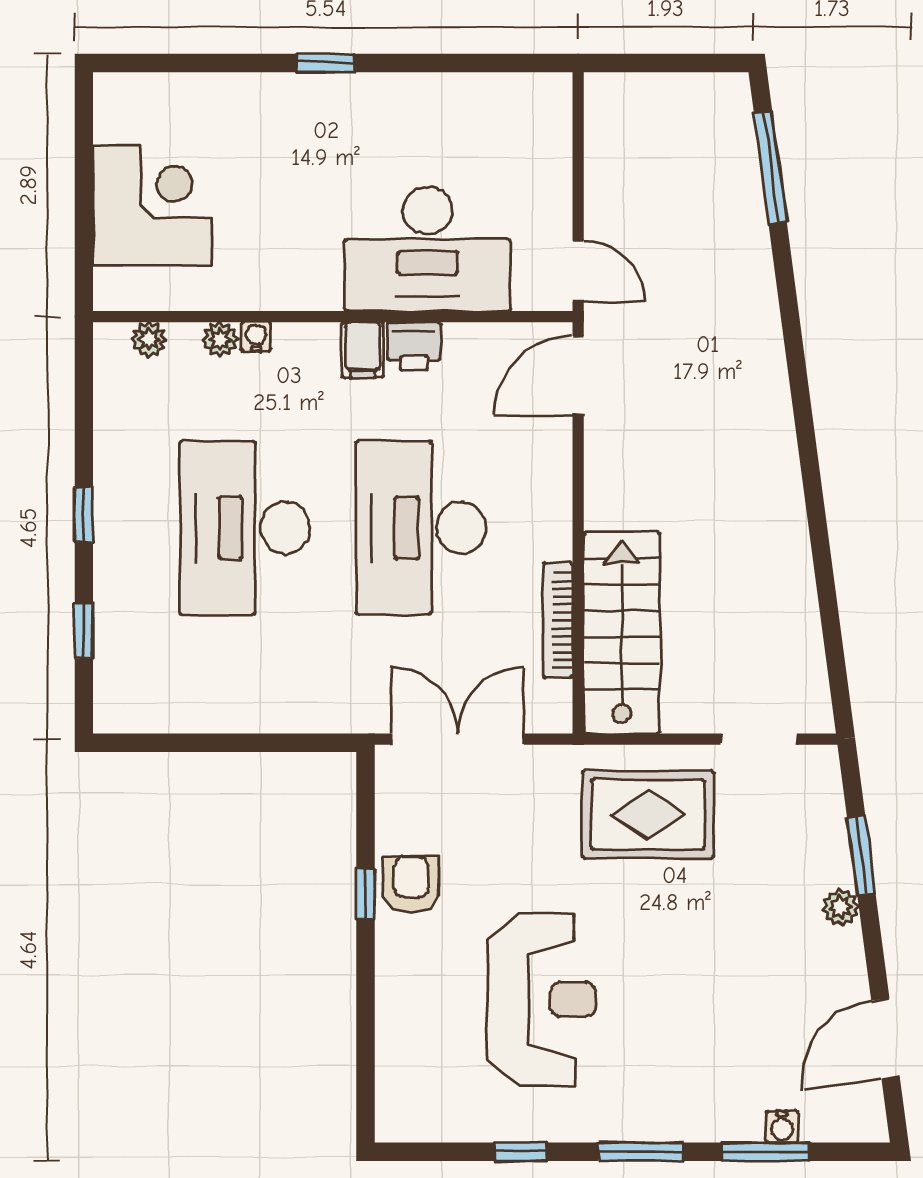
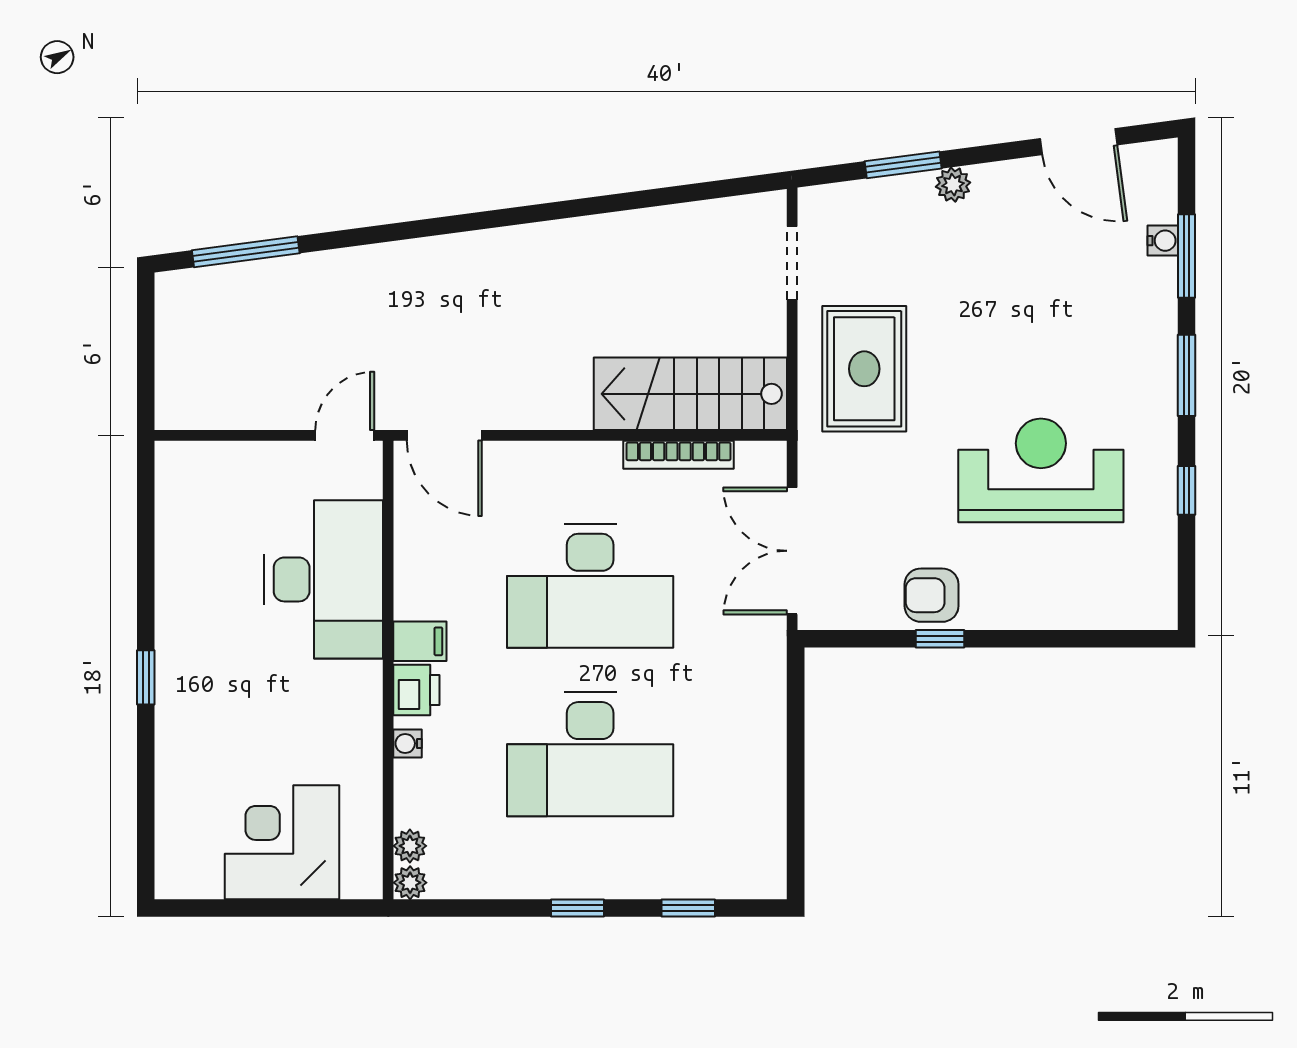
plant: (220, 339) -> (410, 883), moved
printer: (414, 346) -> (416, 690), moved

